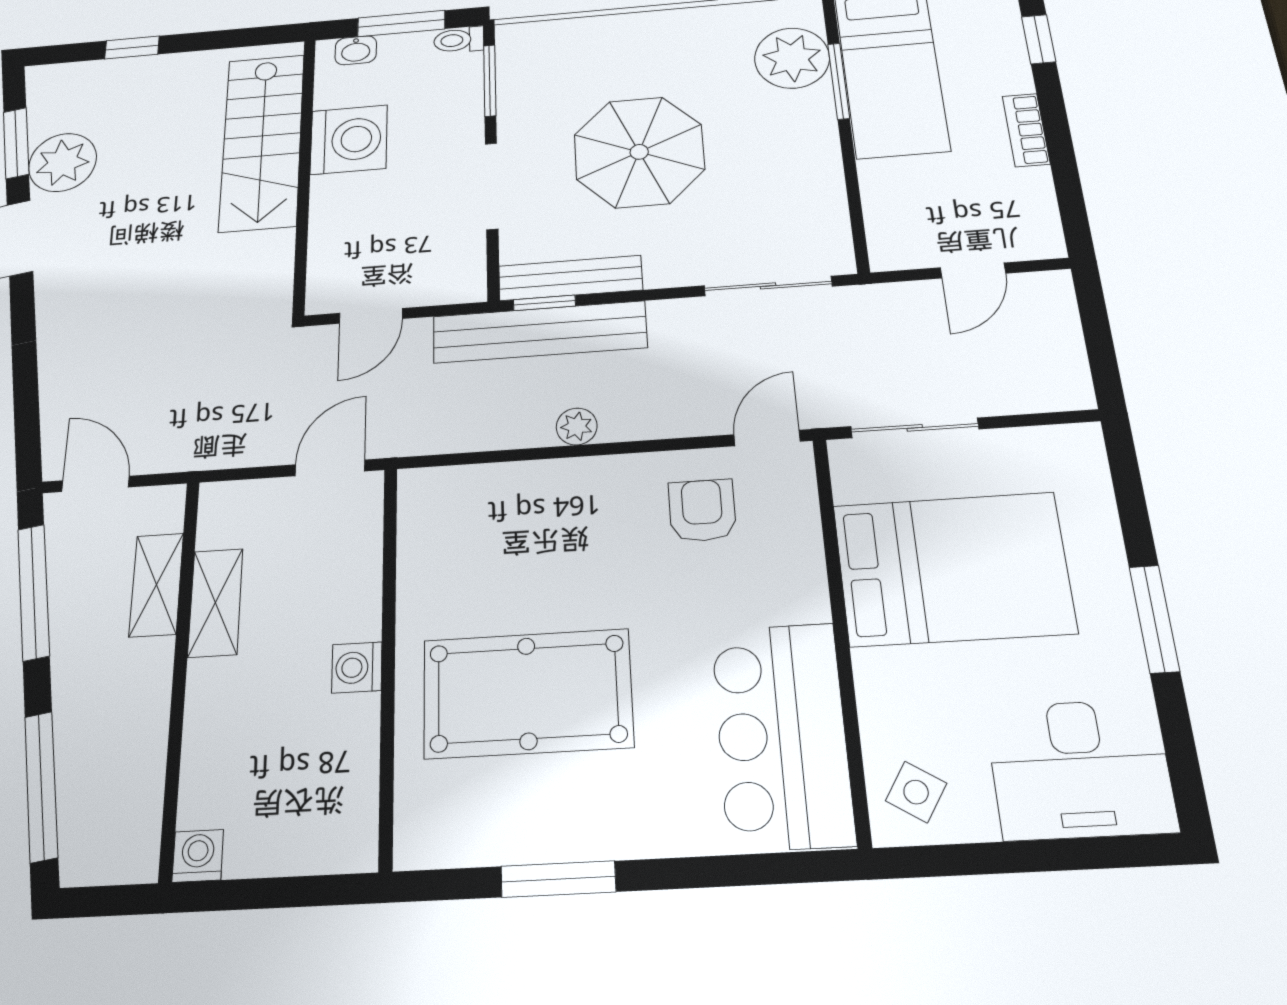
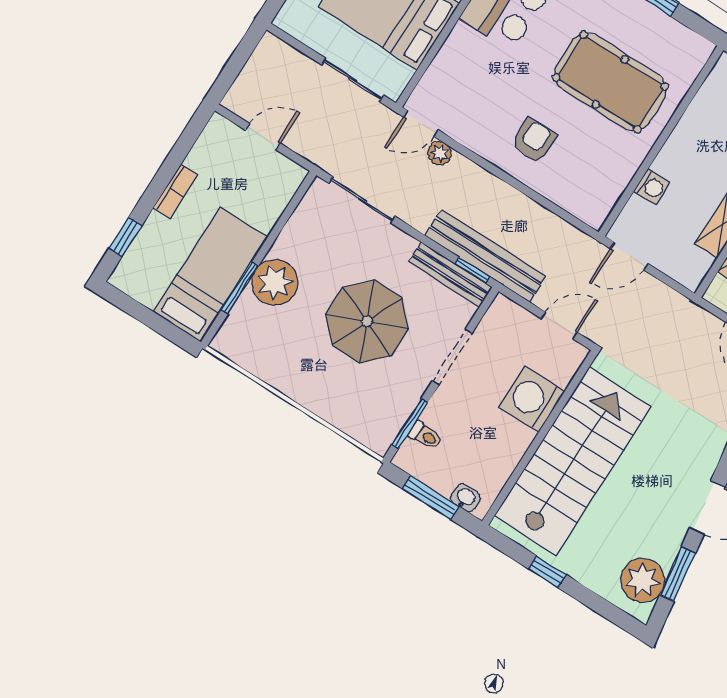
toilet: (459, 40) -> (425, 436), moved
window: (132, 48) -> (547, 572), moved
plant: (792, 58) -> (275, 282), moved
washing machine: (349, 140) -> (532, 399), moved
stairs: (262, 142) -> (573, 461), width x1.36, depth x1.51
plant: (63, 162) -> (643, 580), moved
plant: (577, 426) -> (440, 153), moved
armchair: (702, 510) -> (534, 140), moved, turned 180
washing machine: (357, 667) -> (652, 187), moved

